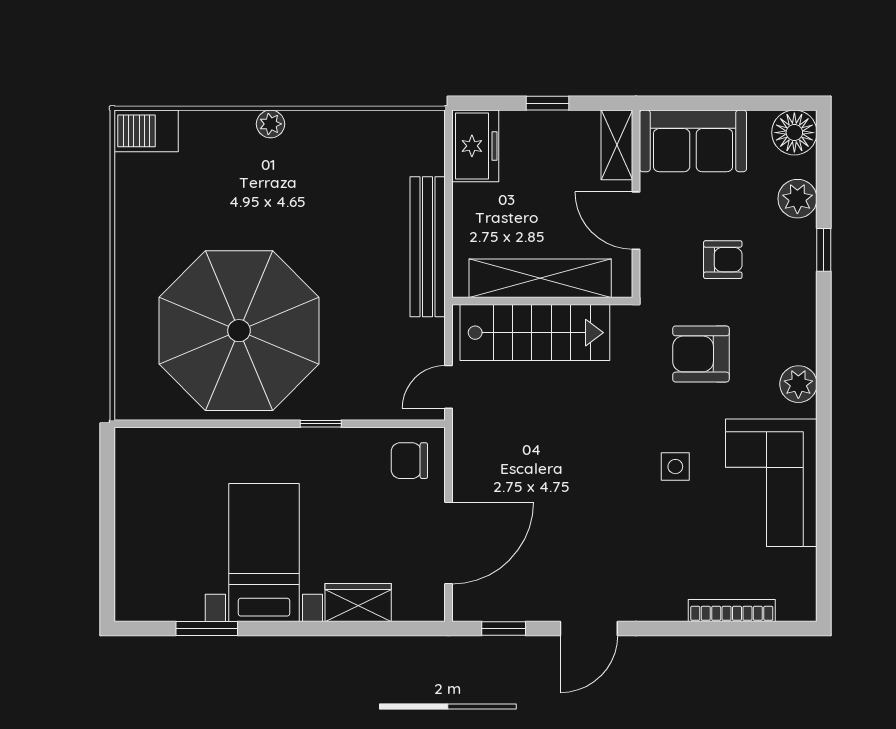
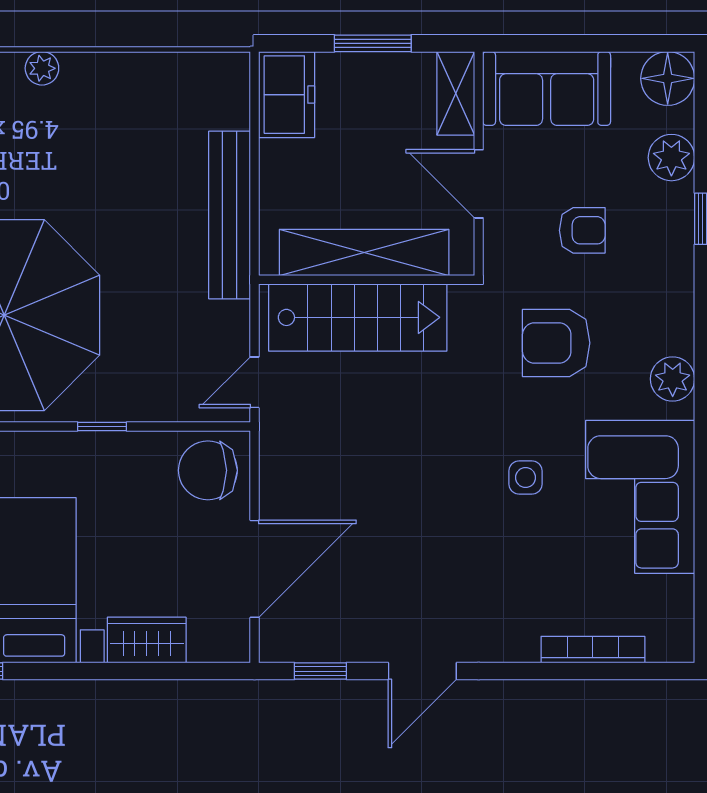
window: (547, 103) -> (373, 43), width x1.50
chair: (409, 461) -> (208, 470), width x1.37, depth x1.37

